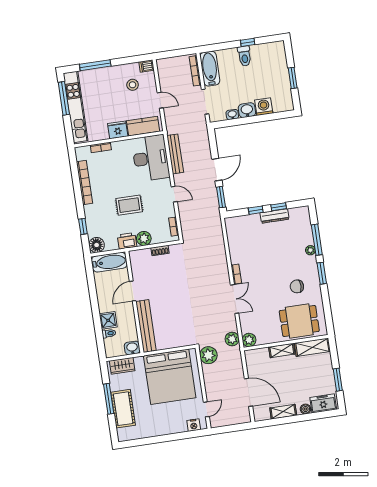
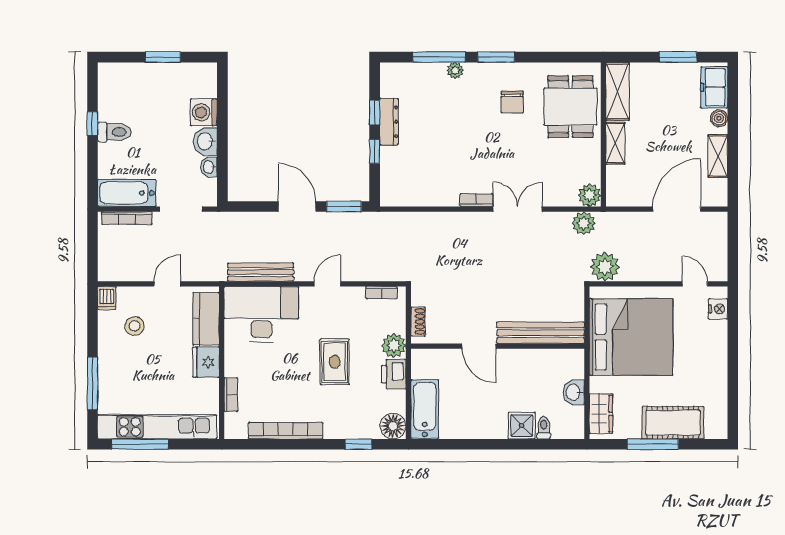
door: (133, 291) -> (479, 346), moved
wall: (134, 302) -> (498, 346), moved
bench: (146, 326) -> (541, 333), moved

